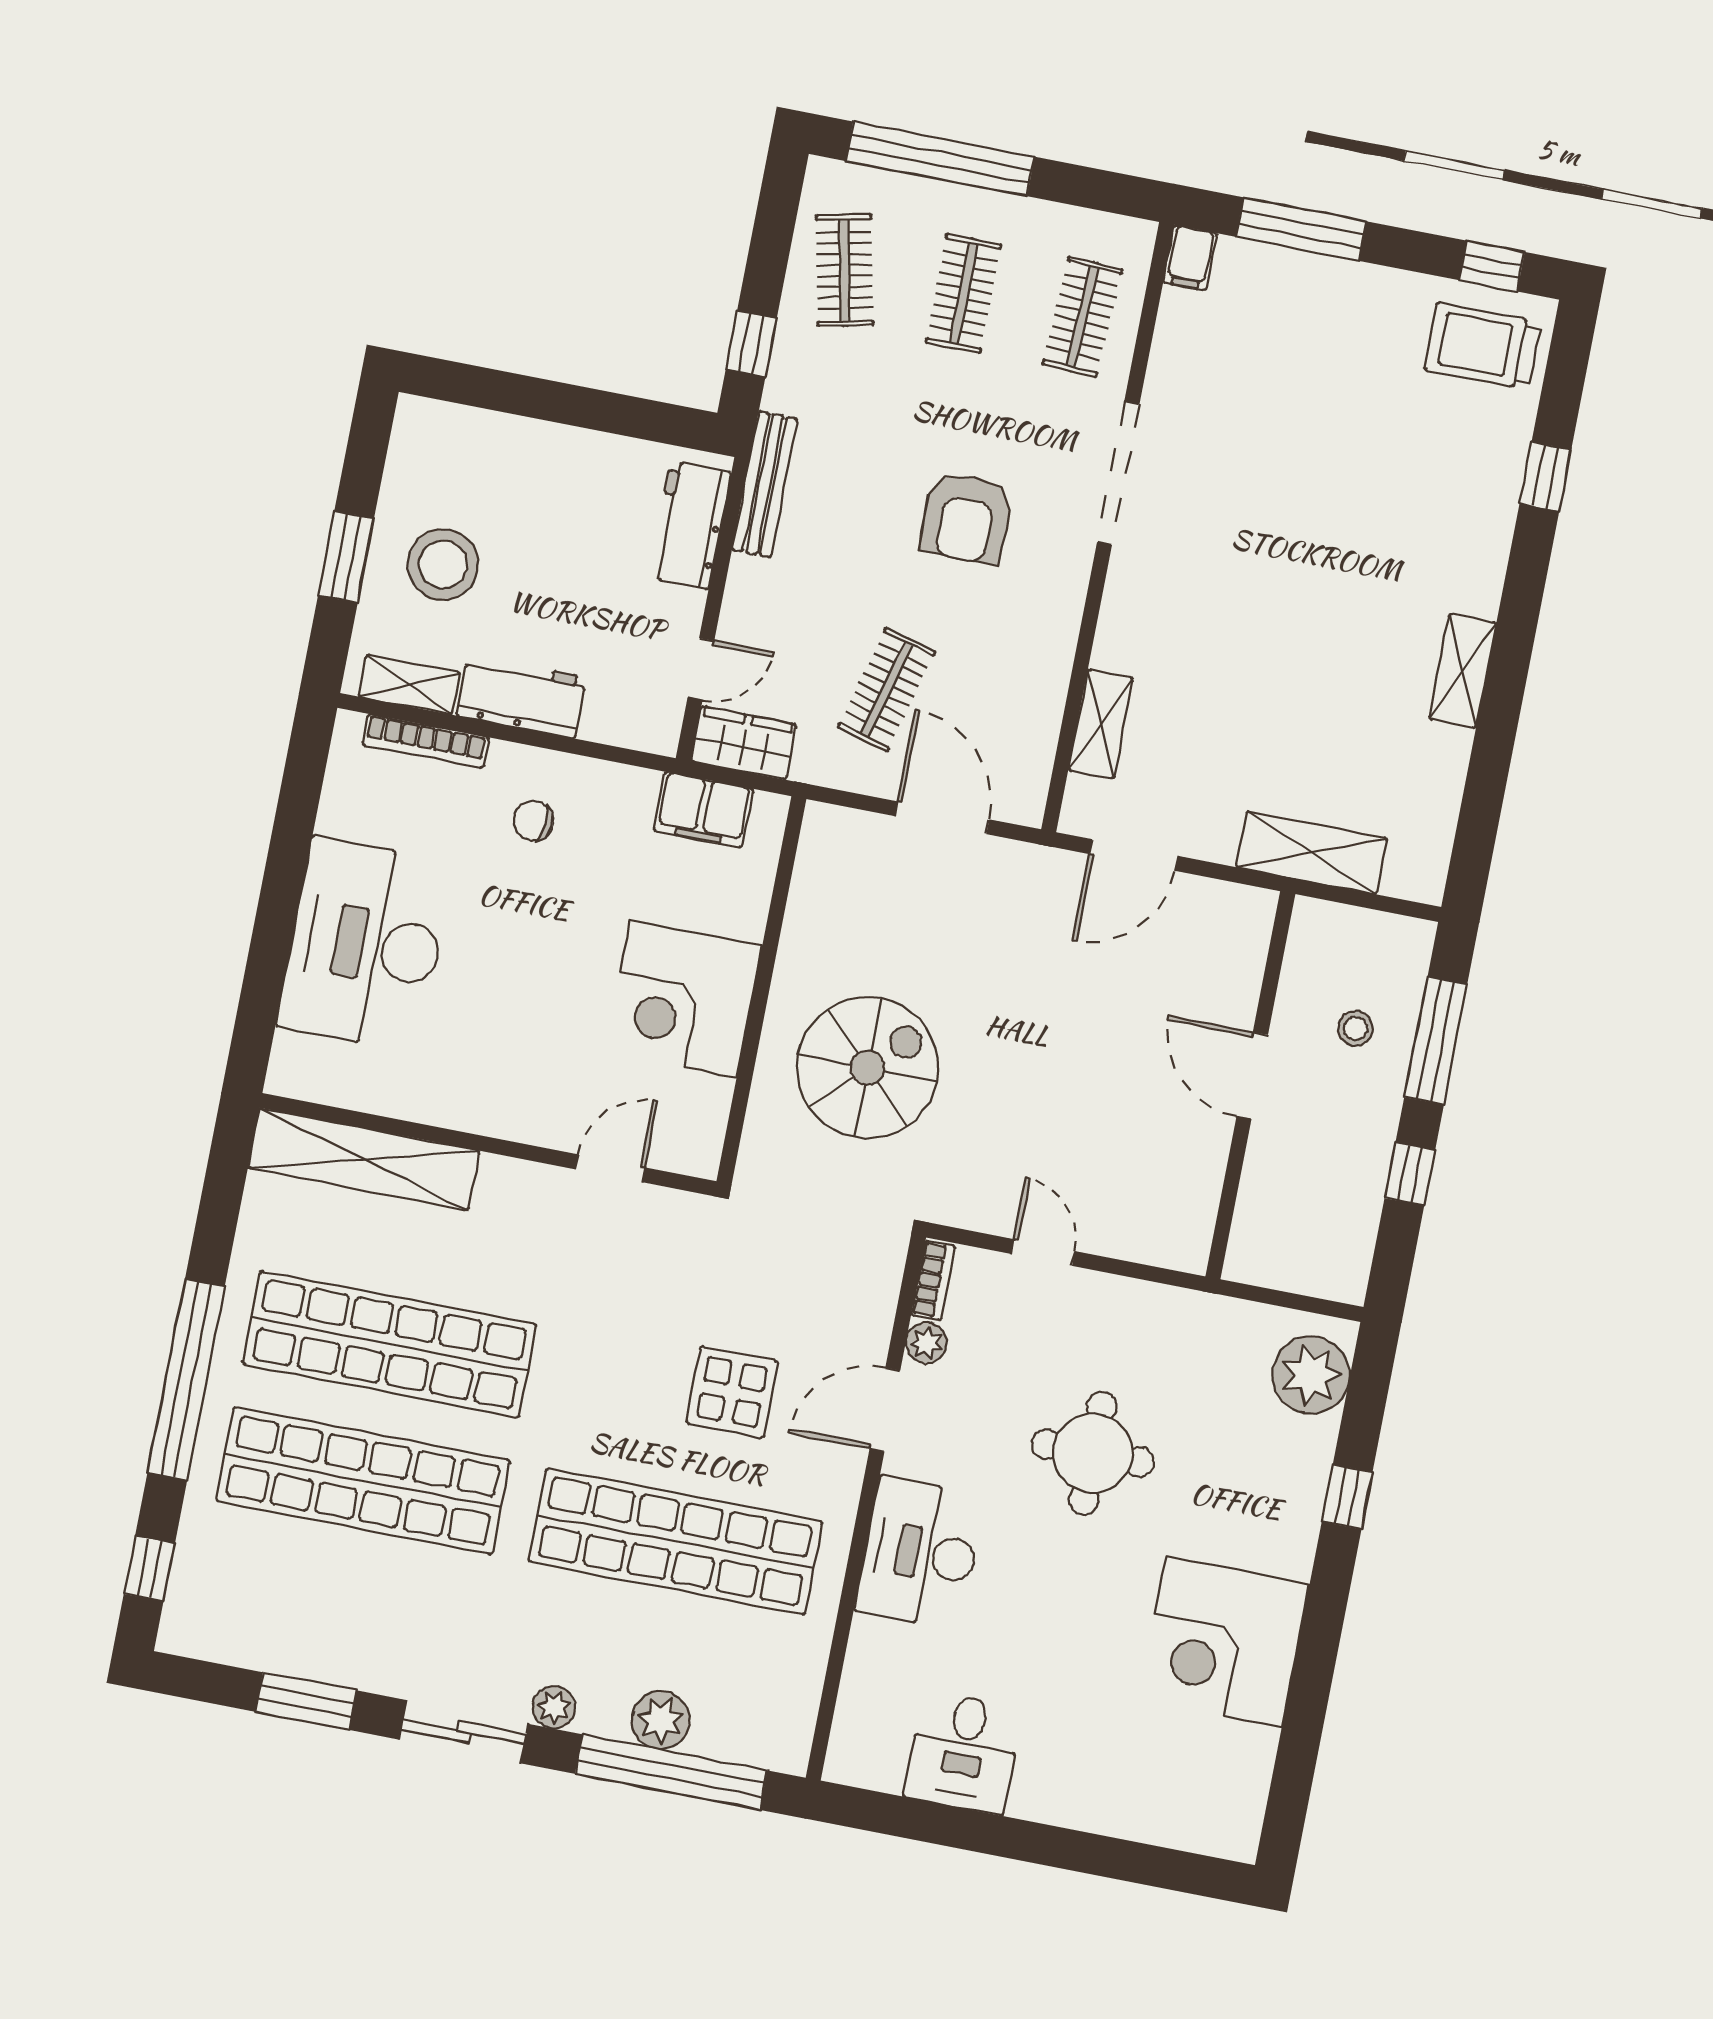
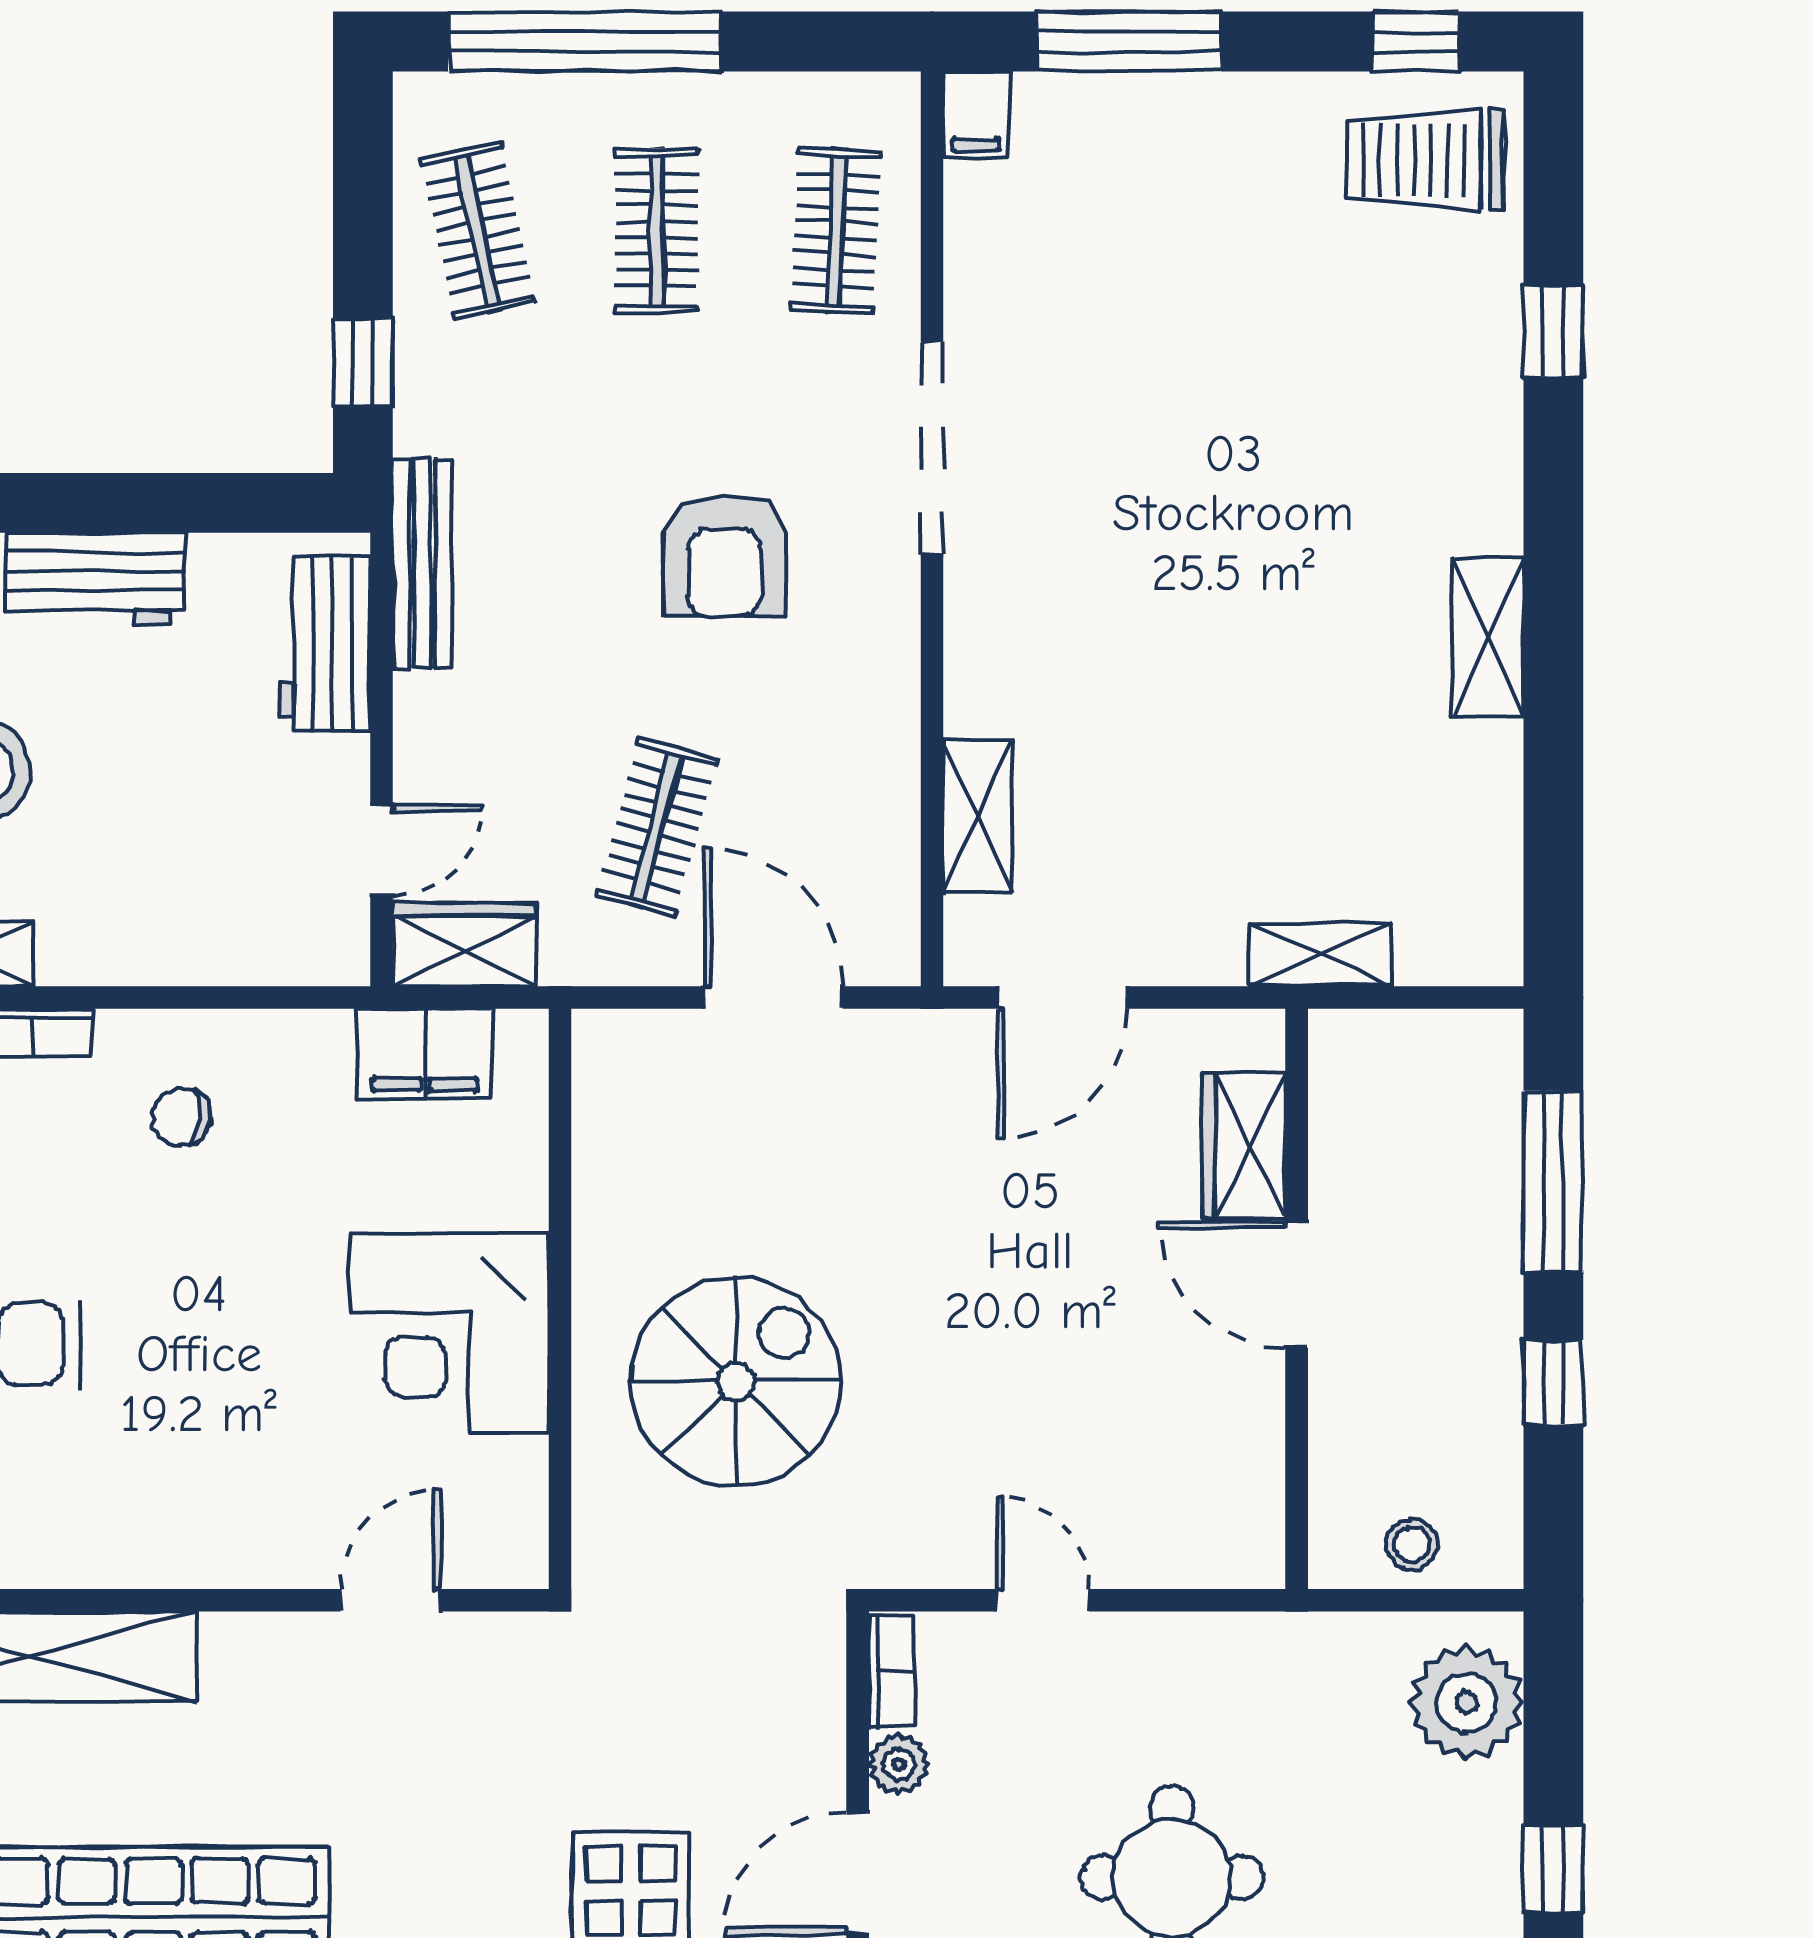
workbench: (521, 696) -> (95, 579), moved, turned 180
shelving: (1312, 853) -> (1320, 955), width x0.67, depth x0.75
wardrobe: (1235, 977) -> (1244, 1145), added
stool: (1356, 1028) -> (1412, 1545), moved

